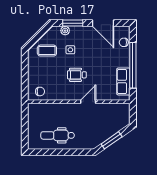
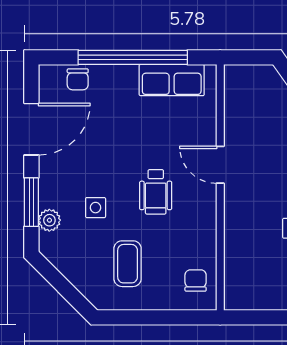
coffee table: (47, 51) -> (128, 264), moved

